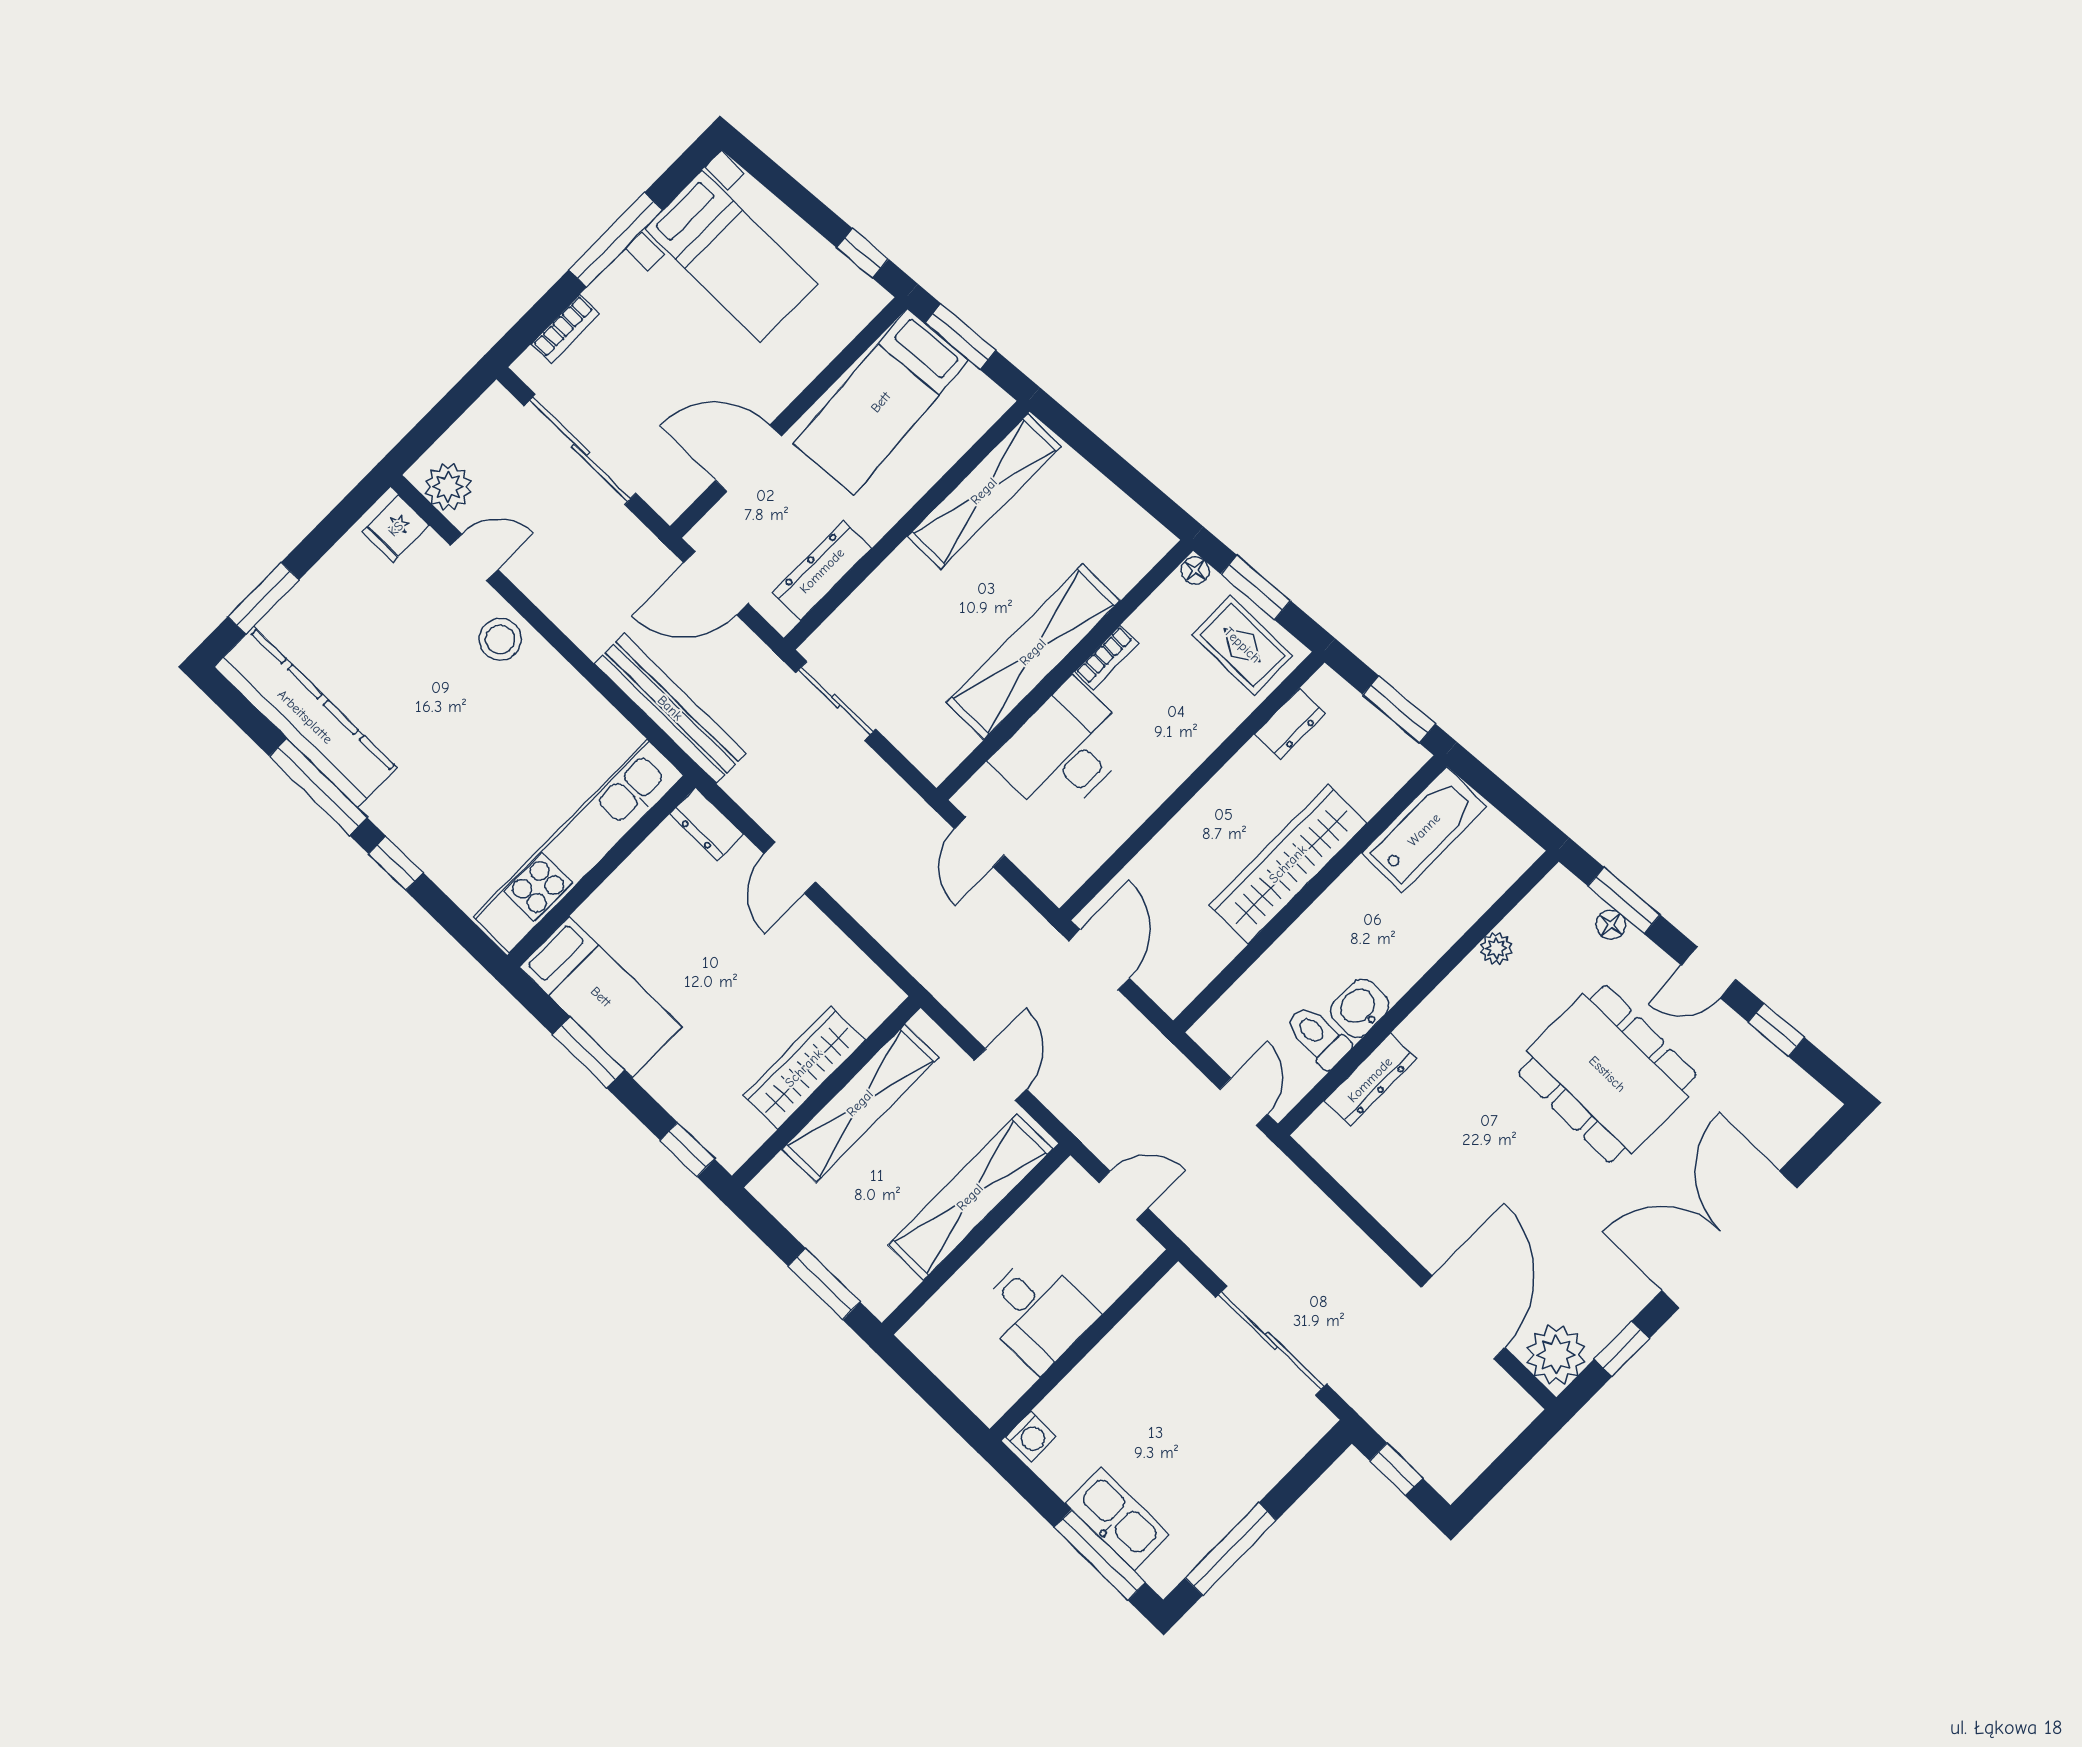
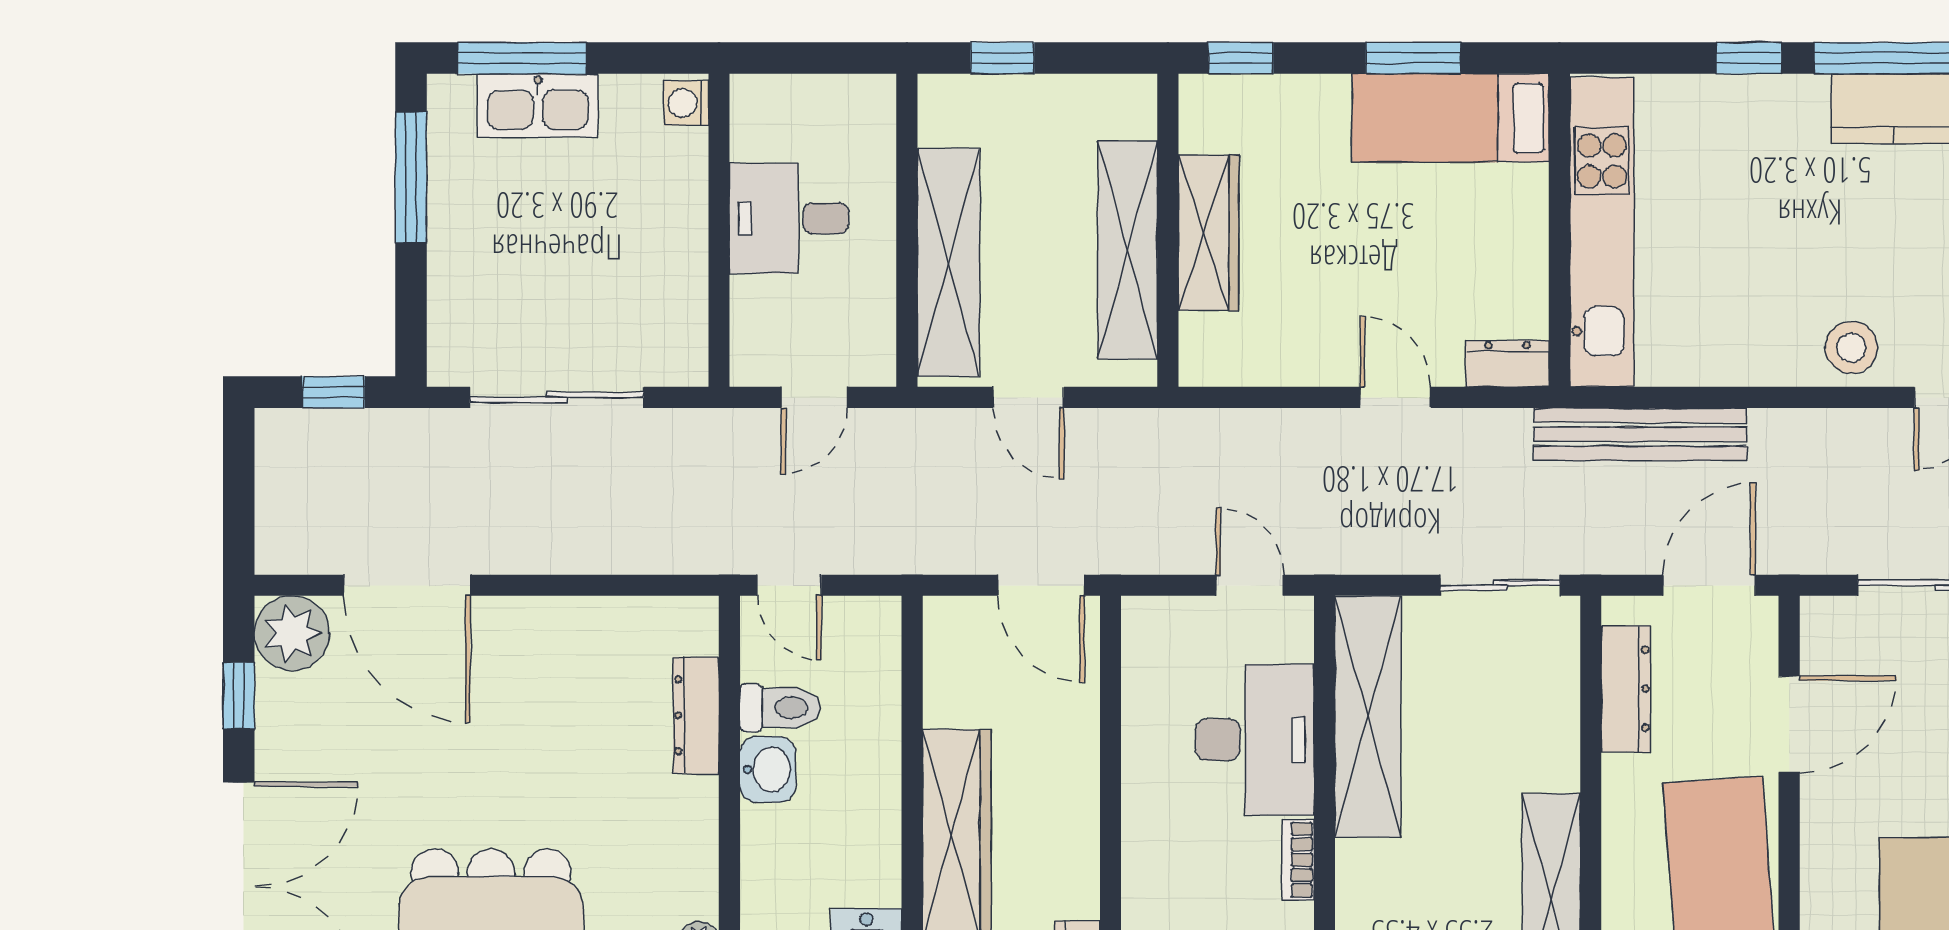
shelving: (1033, 652) -> (1368, 717), moved
window: (824, 1284) -> (1002, 58), width x0.67

